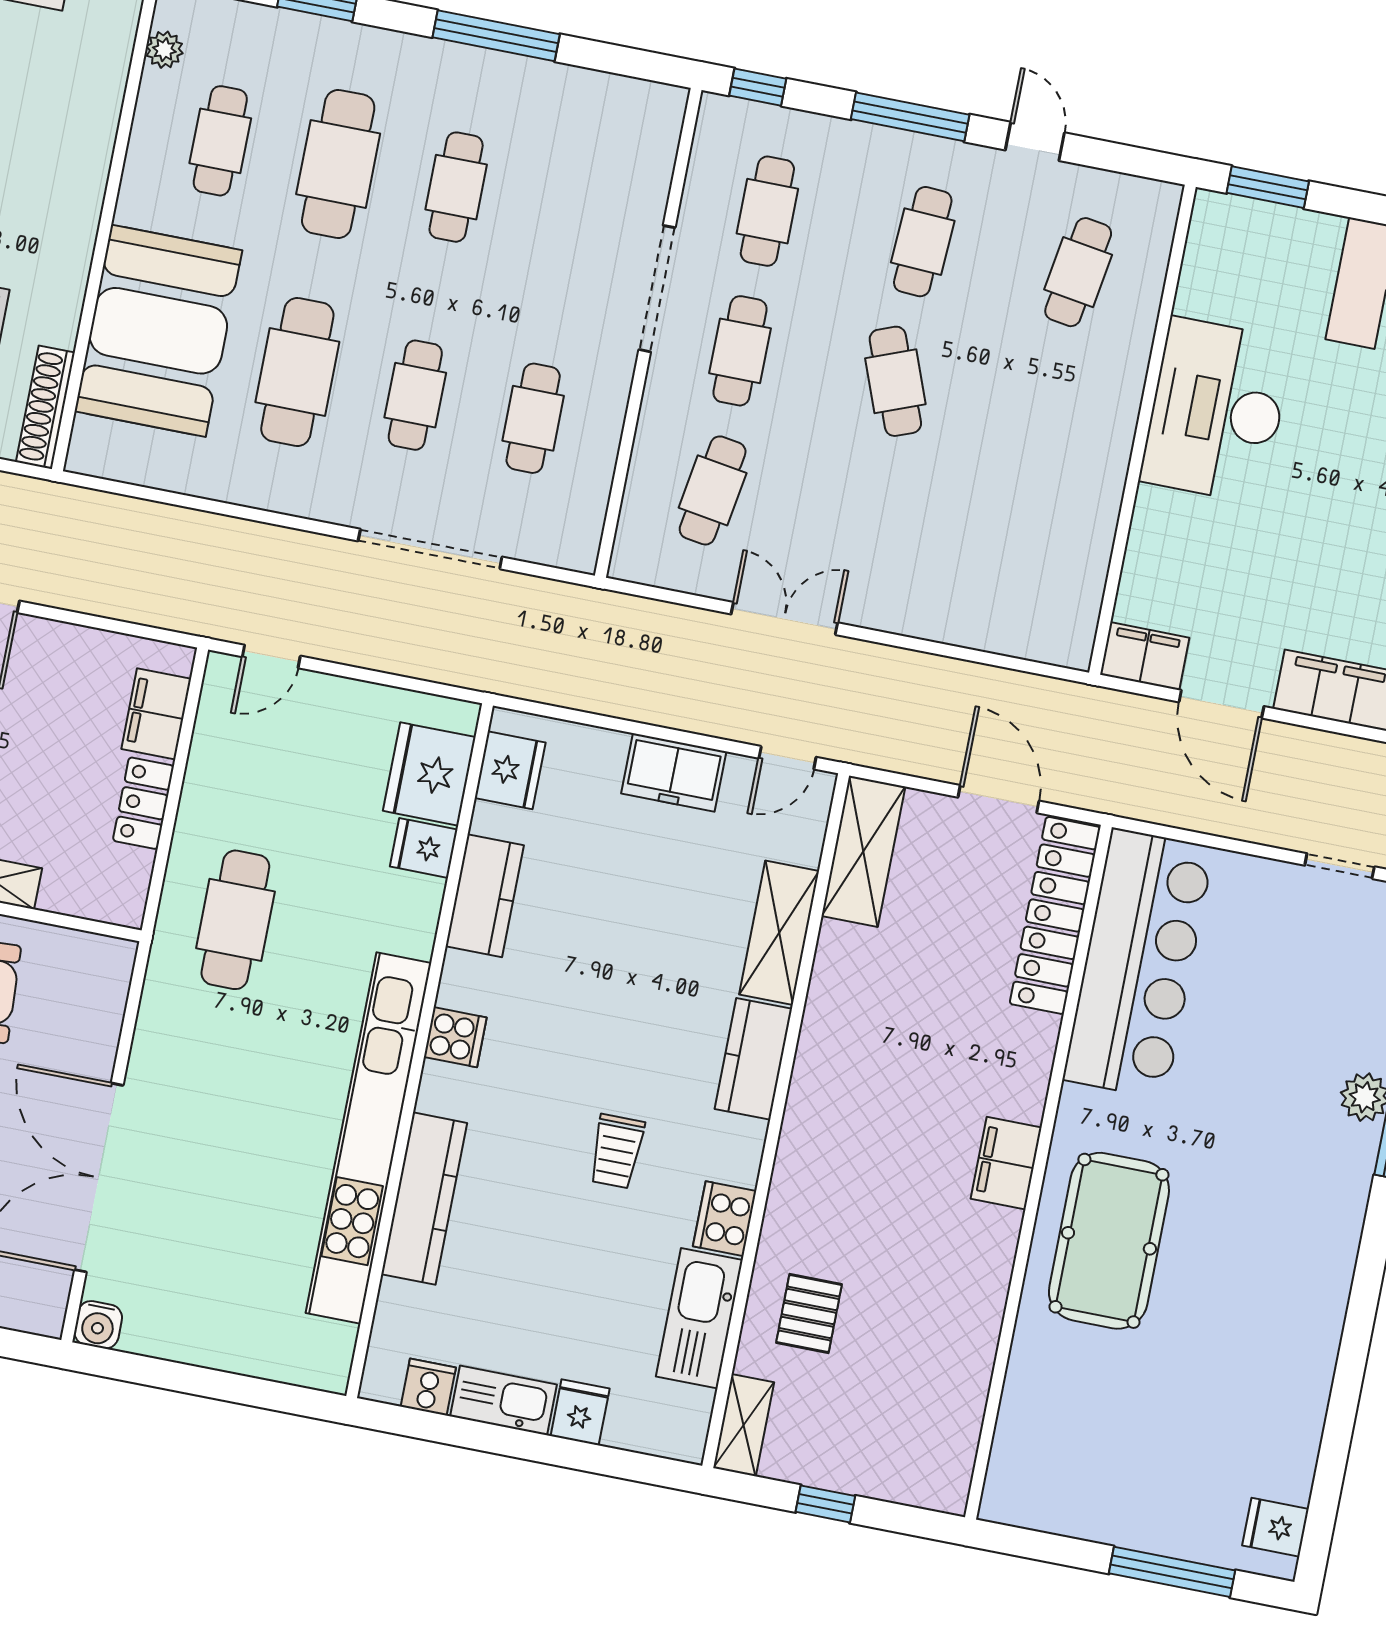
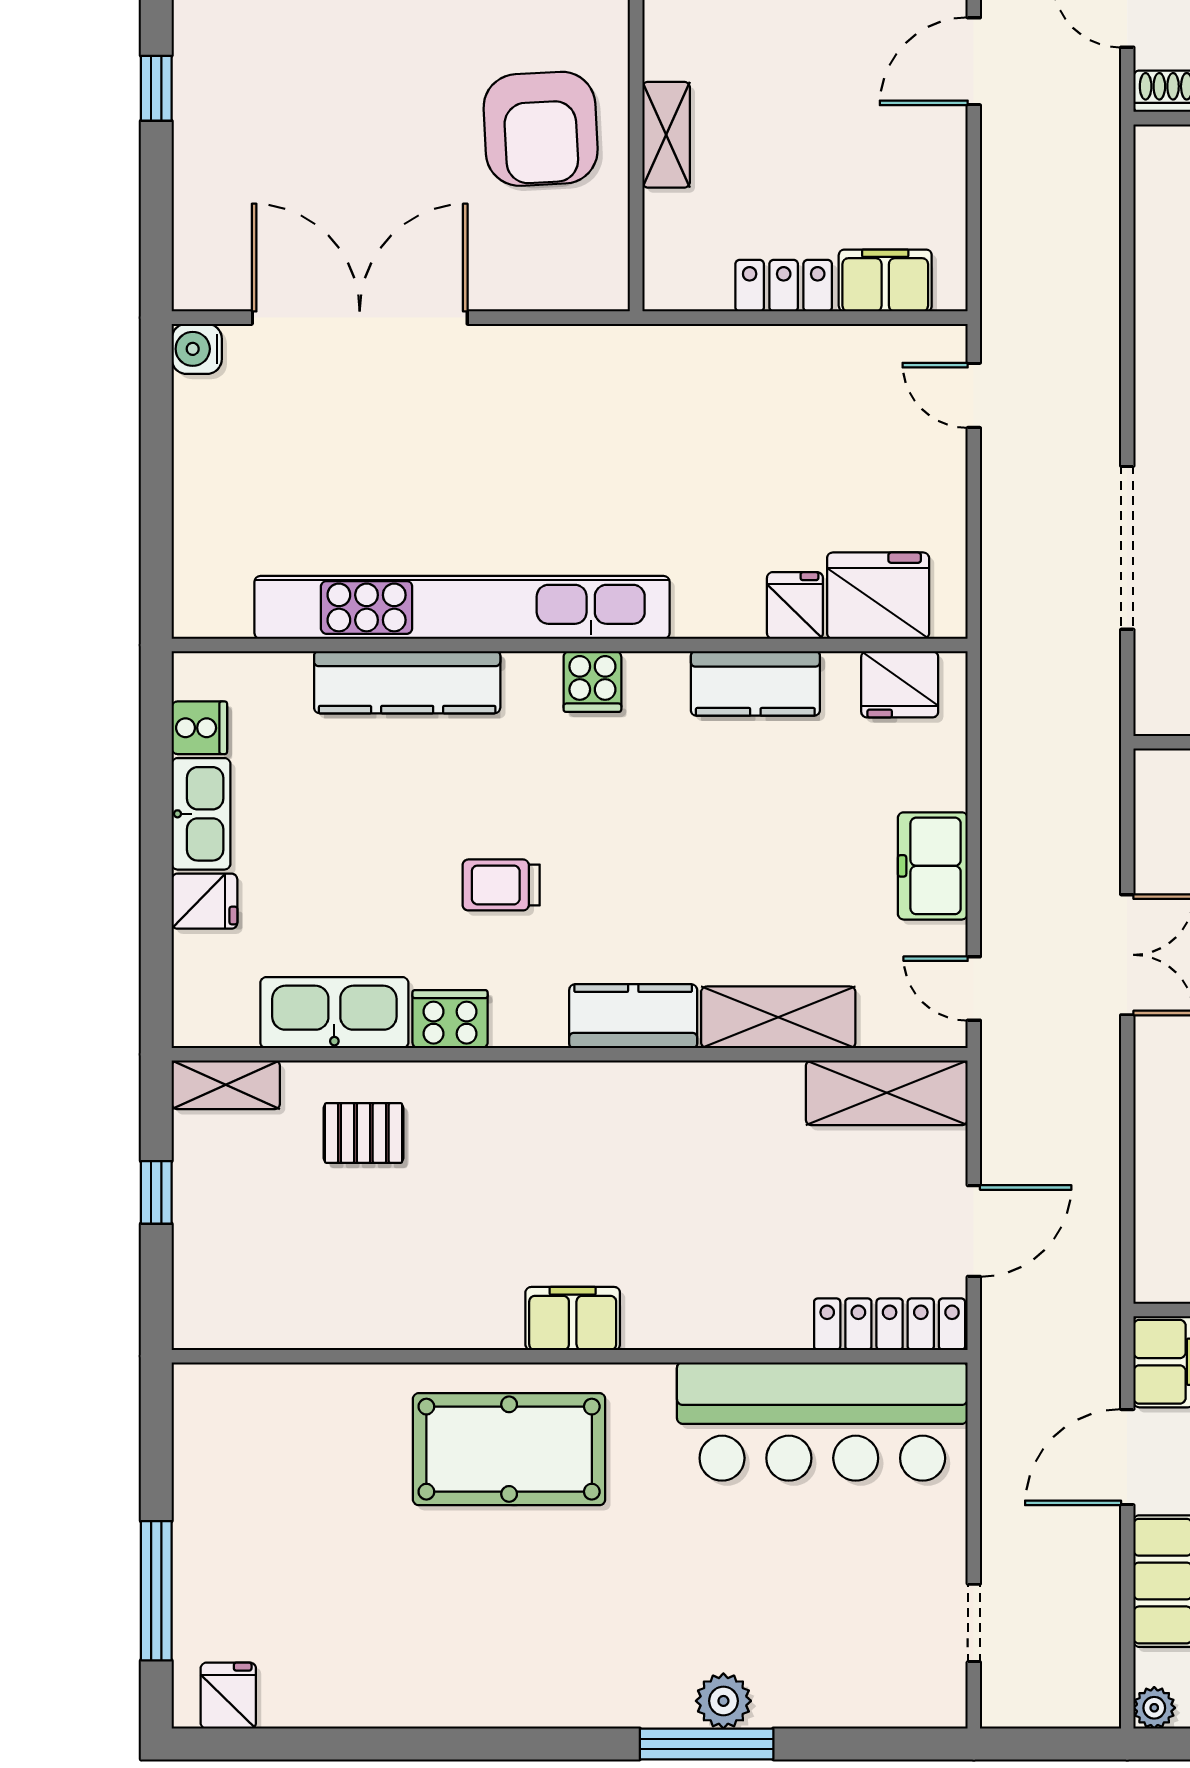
locker: (1055, 915) -> (890, 1324), width x0.71, depth x0.83
cafe table: (235, 920) -> (675, 413), removed

